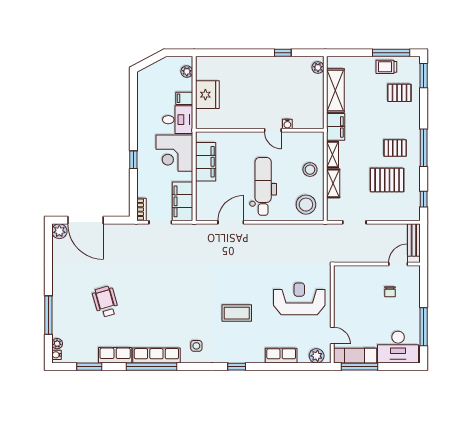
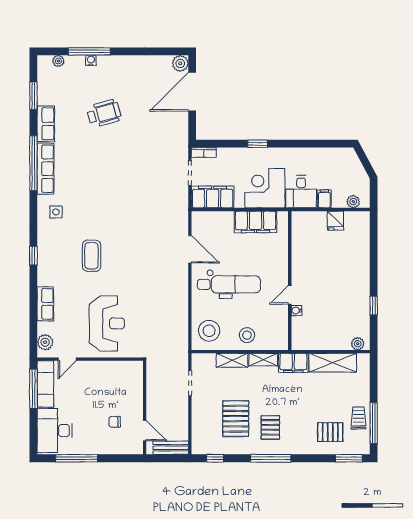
pallet: (399, 93) -> (330, 432), turned 90
fridge: (207, 95) -> (335, 221), width x0.53, depth x0.75
water cooler: (57, 355) -> (91, 60), moved

